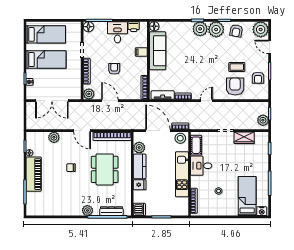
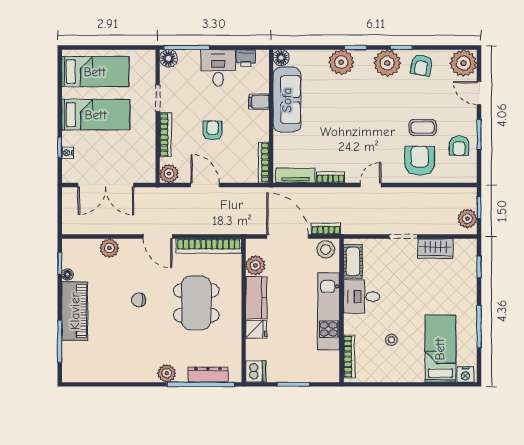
plant: (200, 29) -> (341, 62), moved

